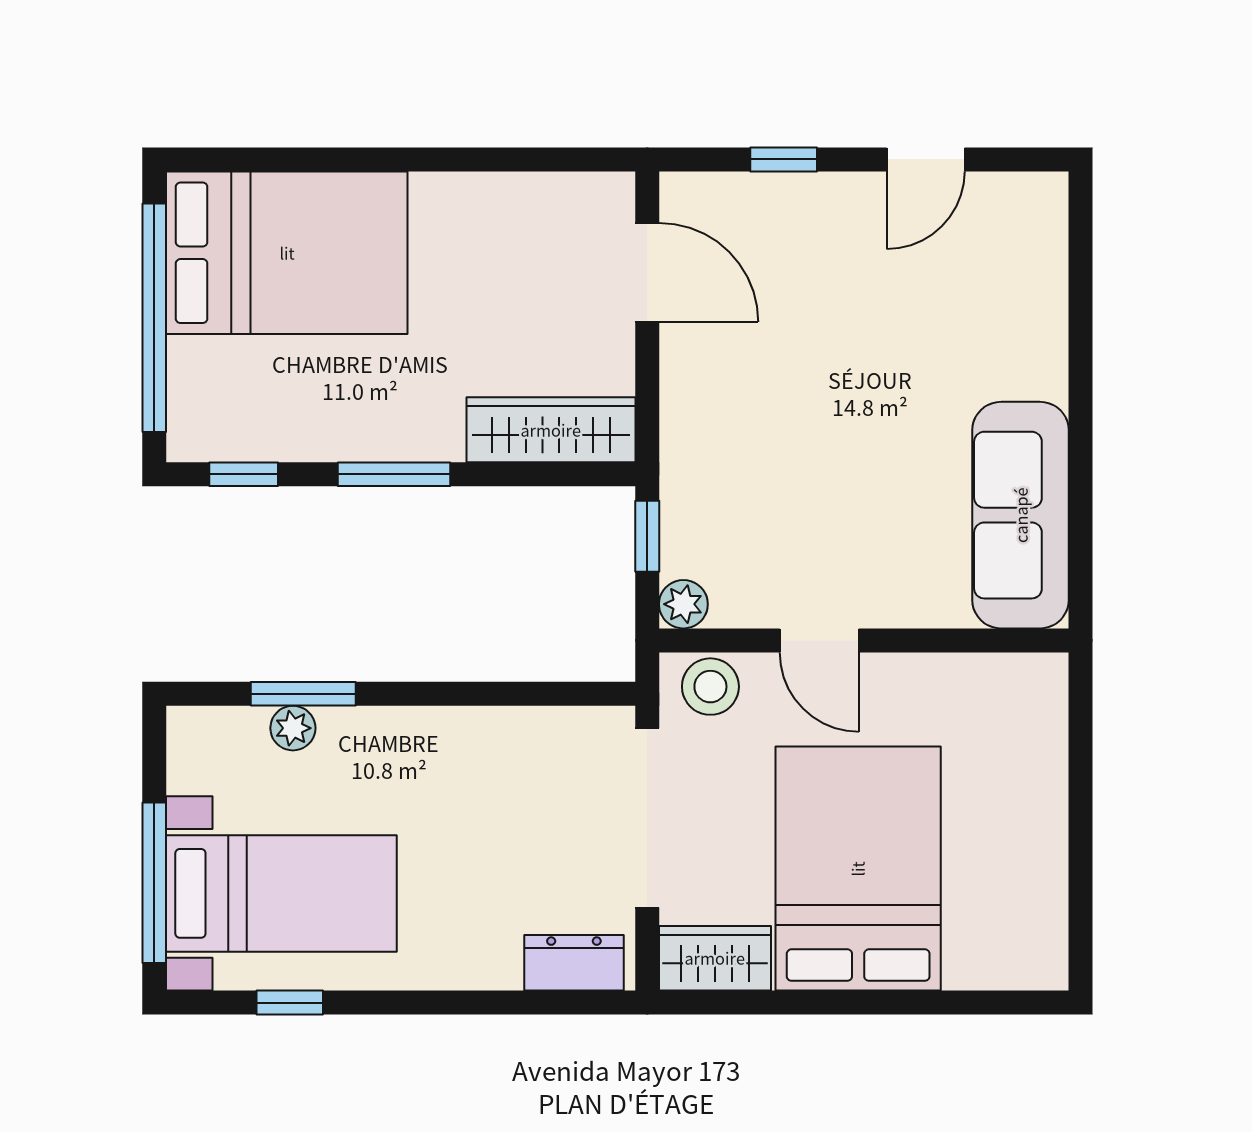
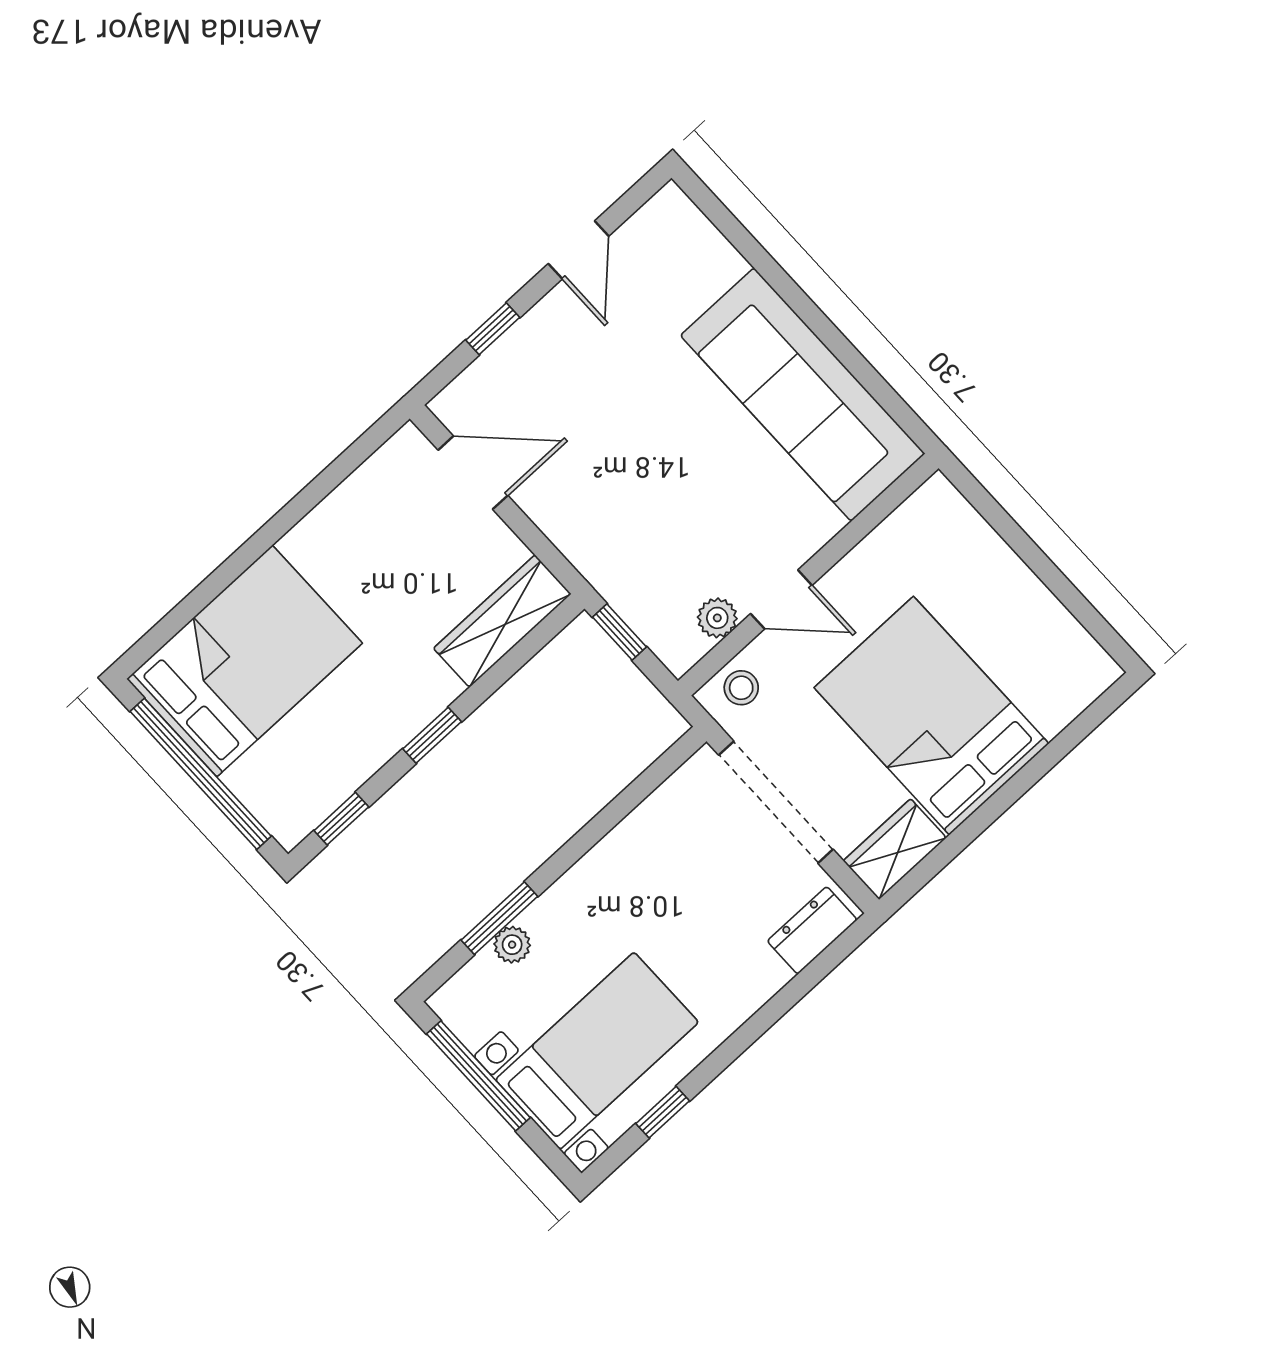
window: (394, 474) -> (432, 735), width x0.67
sofa: (1021, 515) -> (803, 395), width x1.36, depth x1.27
plant: (683, 604) -> (717, 618), moved
stool: (710, 687) -> (741, 688), width x0.73, depth x0.73
window: (154, 883) -> (478, 1076), moved

